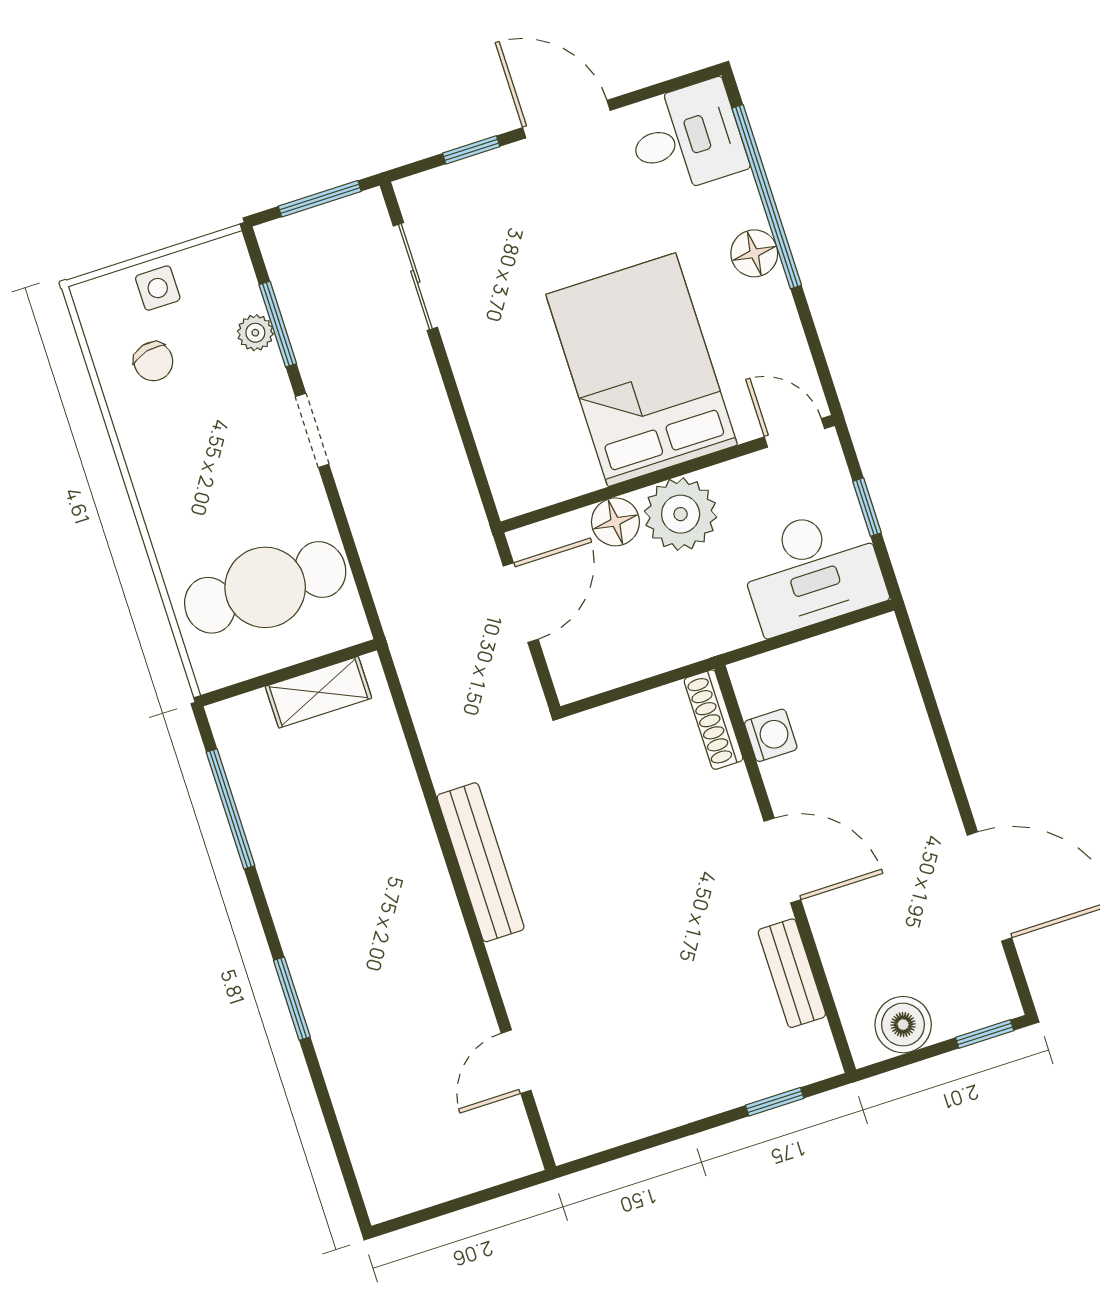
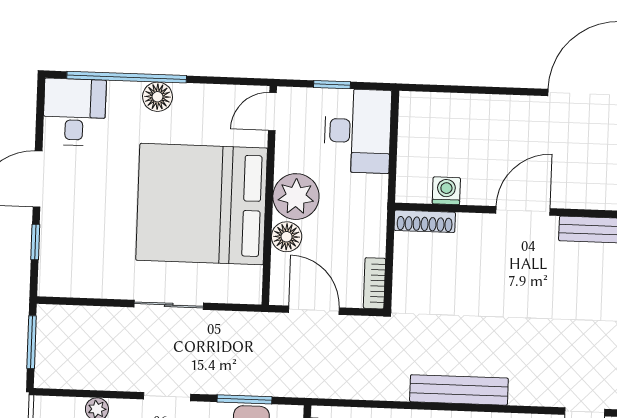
sliding door: (415, 277) -> (169, 305), moved
window: (278, 324) -> (245, 399), moved
bed: (642, 370) -> (202, 204), width x1.36
bookcase: (594, 678) -> (375, 283), added

